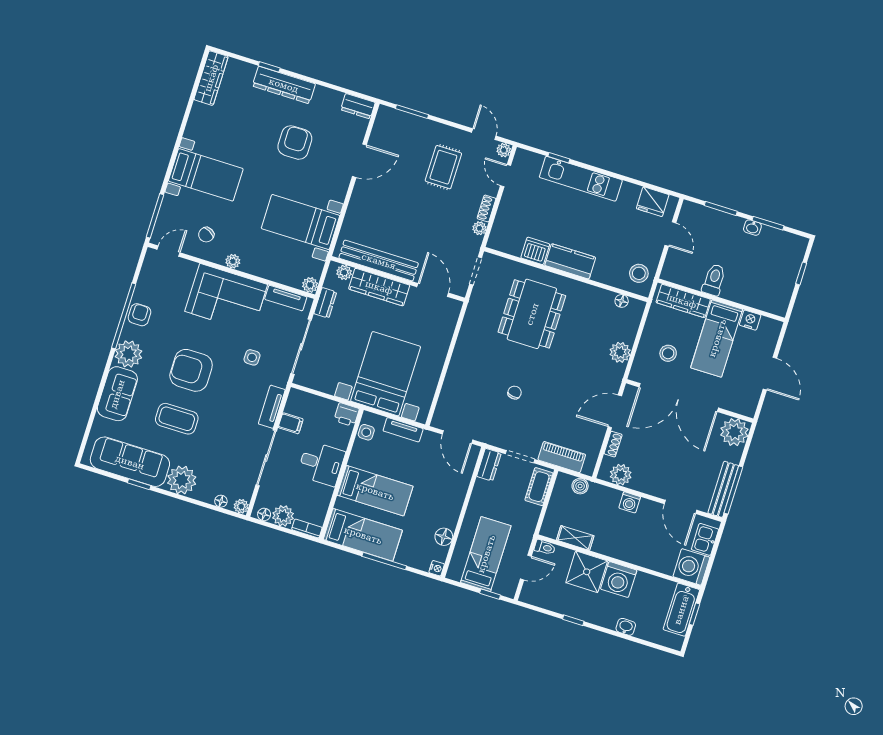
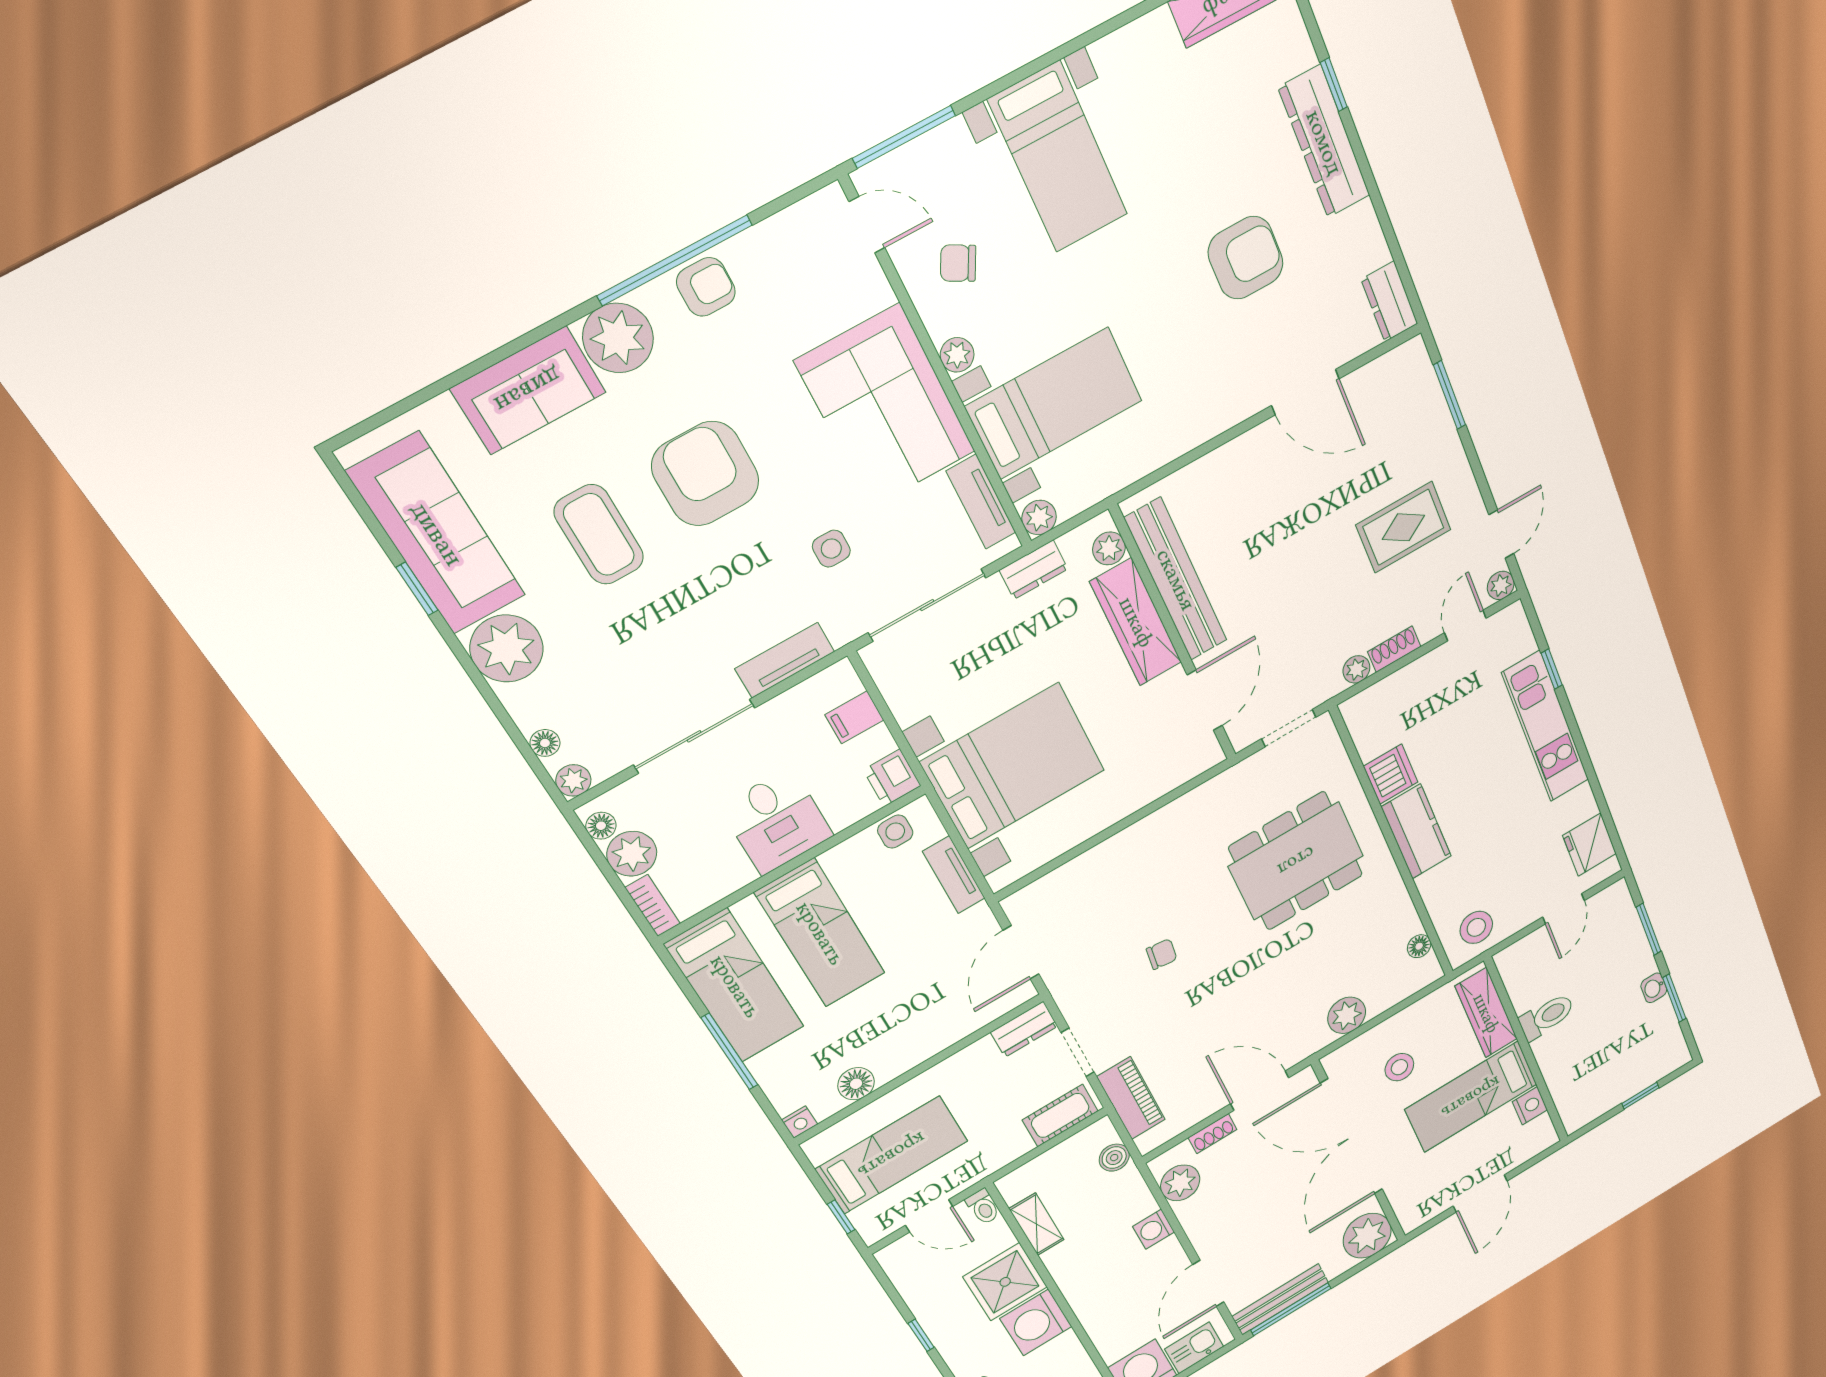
bed with nightstands: (301, 222) -> (1054, 403), moved, turned 90
filing cabinet: (291, 423) -> (854, 717), moved, turned 90

